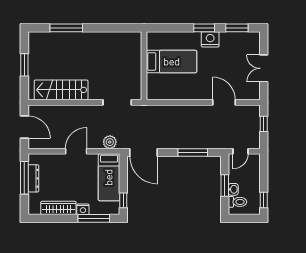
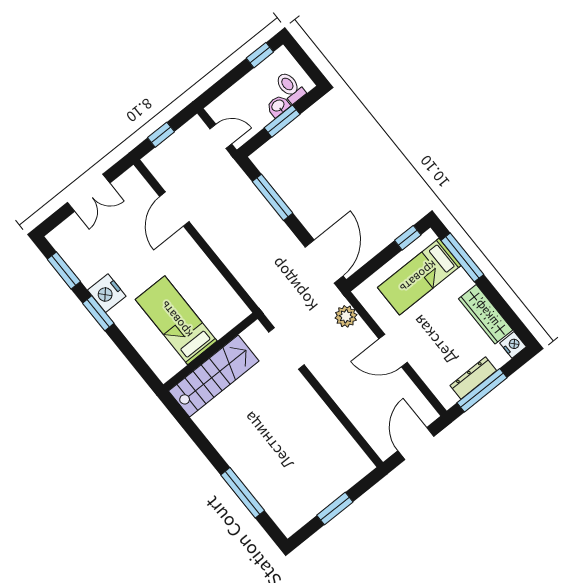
stairs: (61, 90) -> (214, 376), moved, turned -90
bed: (109, 177) -> (419, 277), moved, turned 180
nightstand: (83, 209) -> (513, 345), moved

